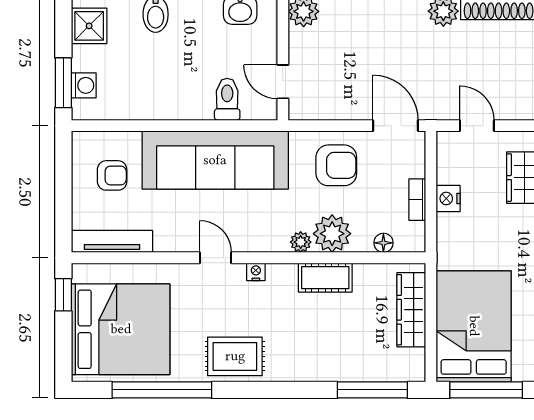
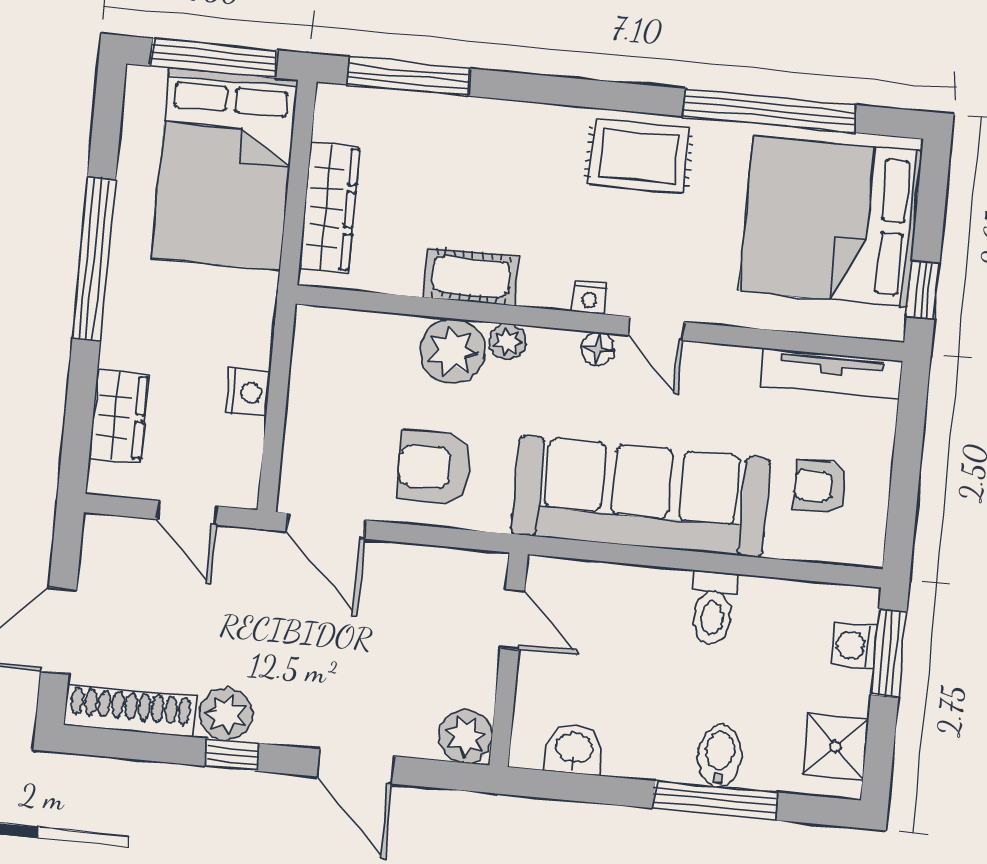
toilet: (227, 99) -> (713, 608), moved
bookcase: (417, 200) -> (301, 396), removed
floor lamp: (383, 243) -> (598, 349), moved

